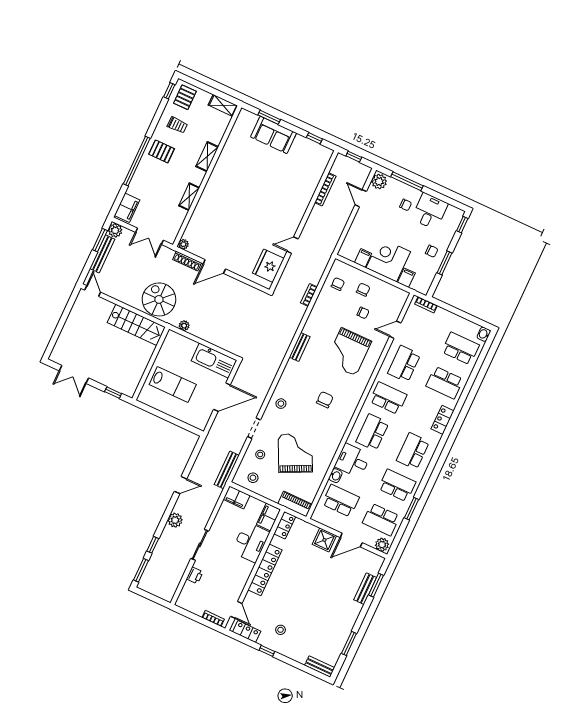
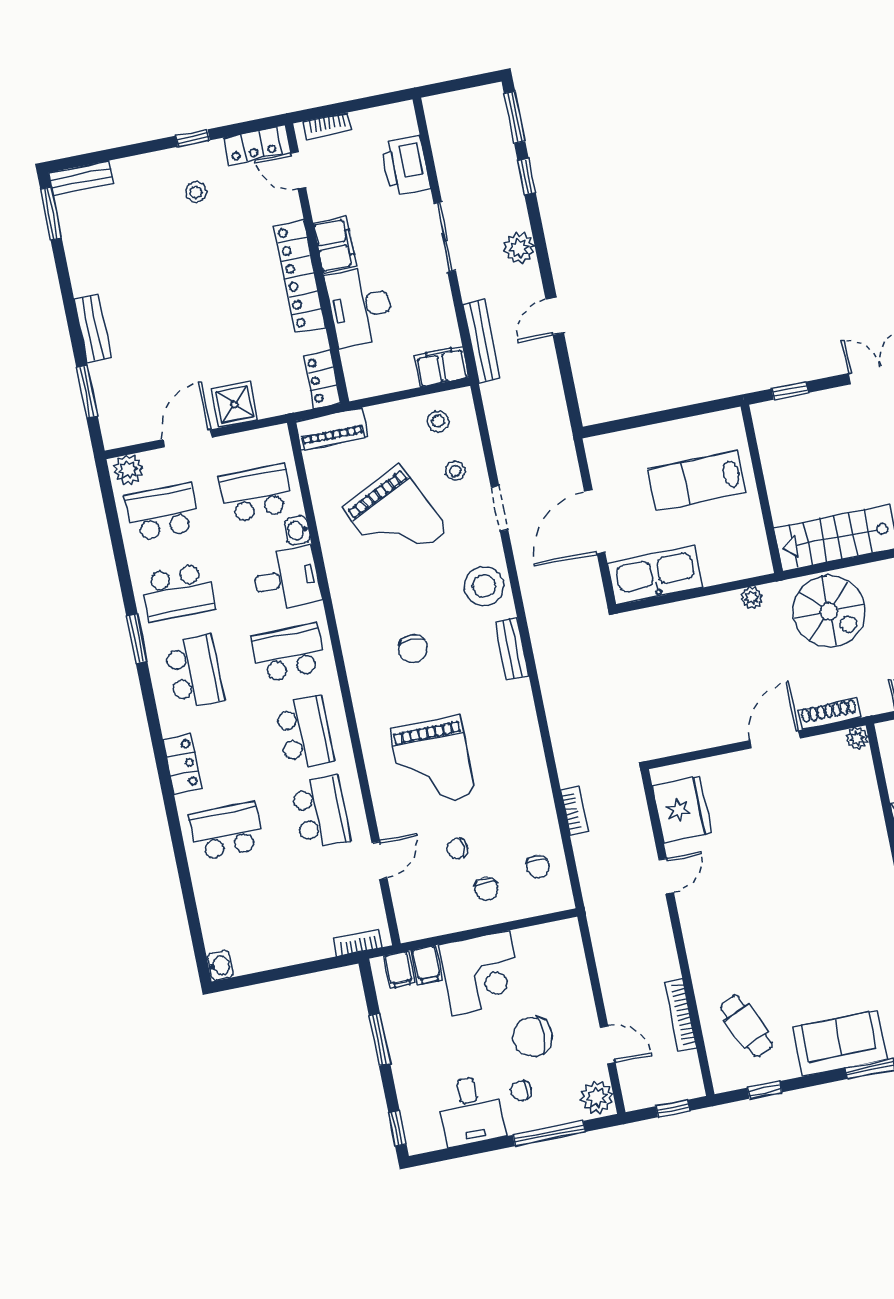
cafe table: (304, 167) -> (746, 1026), added
chair: (432, 251) -> (532, 1037), moved, width x1.87, depth x1.87
filing cabinet: (363, 258) -> (399, 970), moved
bench: (300, 347) -> (512, 648), moved
school desk: (460, 348) -> (242, 911), removed
grand piano: (348, 352) -> (433, 762), turned 180
school desk: (388, 398) -> (305, 733), turned -90
stool: (281, 404) -> (484, 586), width x1.89, depth x1.89
school desk: (372, 432) -> (288, 653), turned -90
bench: (227, 470) -> (482, 341), moved
school desk: (341, 501) -> (256, 493), turned 180
window: (412, 509) -> (137, 639), moved
filing cabinet: (269, 517) -> (335, 245), moved
printer: (195, 575) -> (406, 166), width x1.87, depth x1.48
bench: (365, 589) -> (93, 328), moved
window: (349, 643) -> (51, 214), moved

